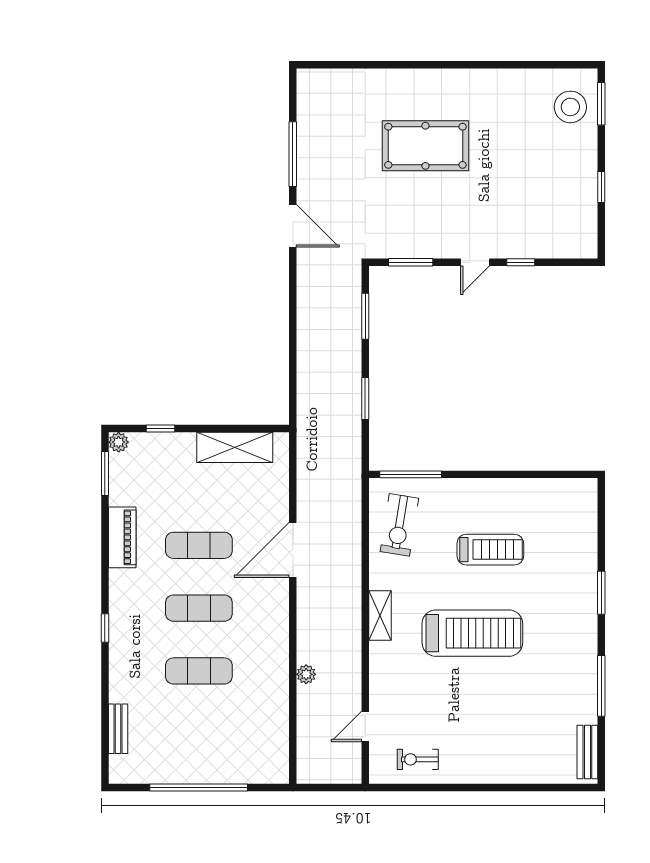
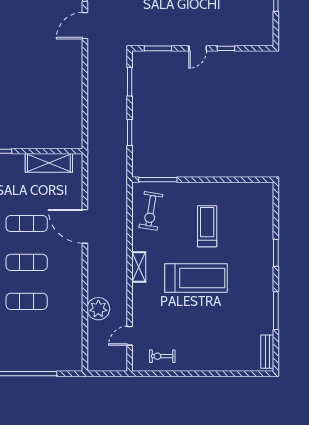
door: (293, 226) -> (85, 26), swing flipped
door: (293, 550) -> (85, 226), hinge flipped
treadmill: (490, 550) -> (207, 226), turned -90
plant: (306, 674) -> (98, 309), width x1.87, depth x1.87

